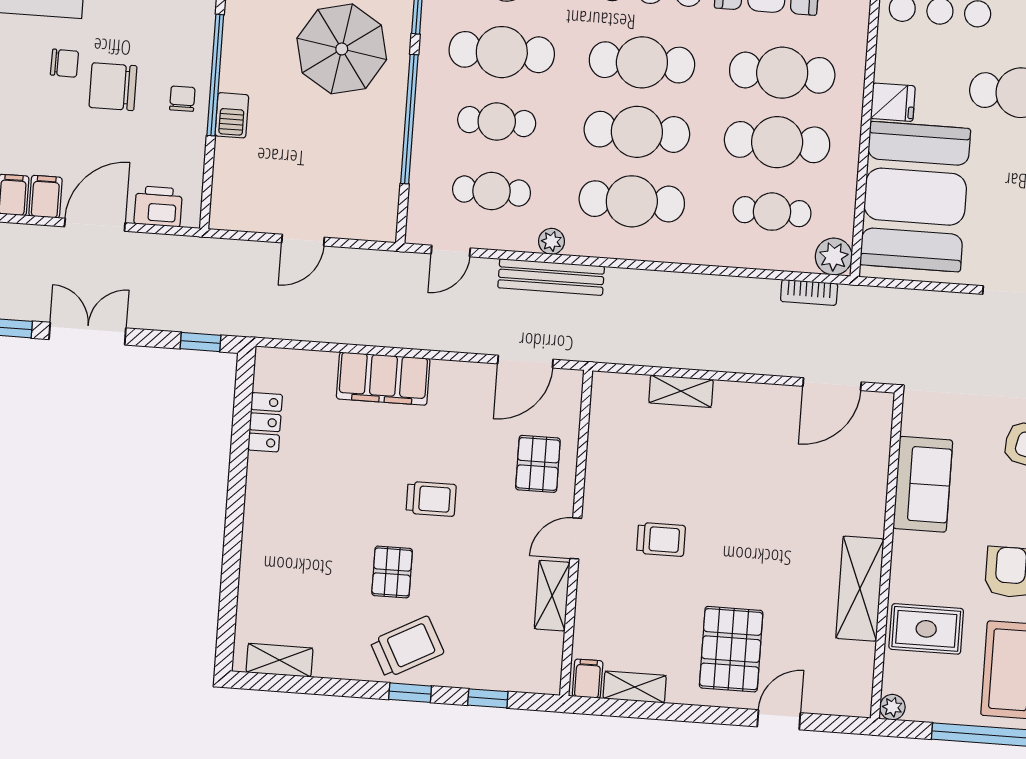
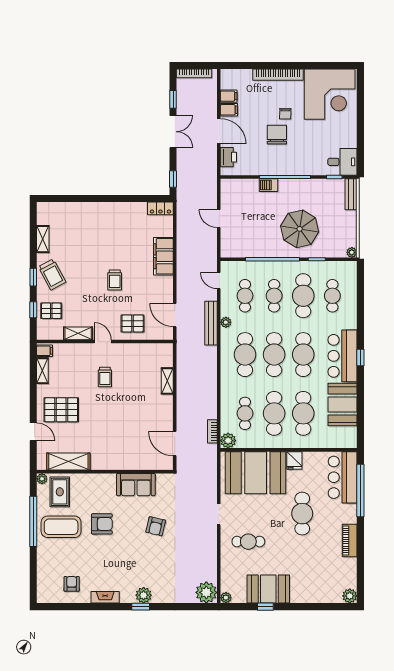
chair: (182, 99) -> (274, 164), removed
locker: (265, 422) -> (160, 208), moved
pallet: (392, 572) -> (51, 311), moved
shelving: (860, 589) -> (68, 462), moved
rug: (926, 629) -> (60, 492), moved
shelving: (279, 660) -> (43, 239), moved

